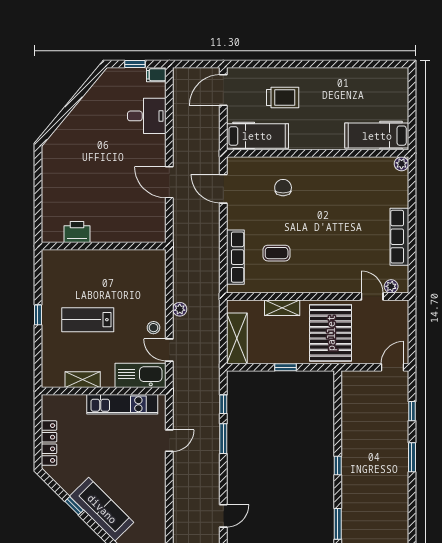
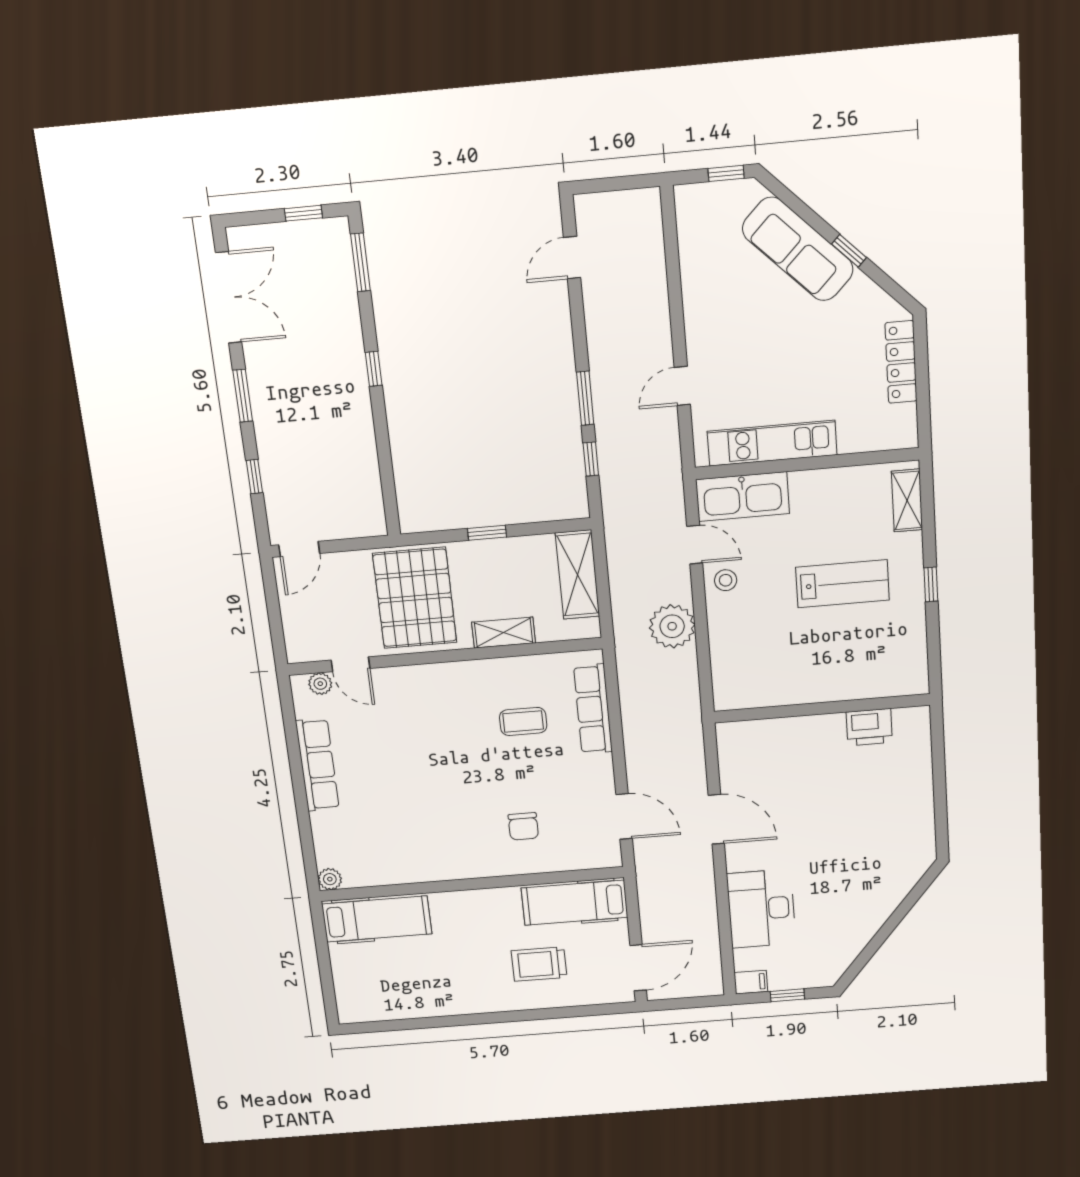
desk: (147, 116) -> (761, 909), width x1.37
plant: (180, 309) -> (672, 626), width x1.87, depth x1.87
shelving: (83, 380) -> (907, 500), moved, turned 90
double door: (412, 512) -> (229, 297), added

